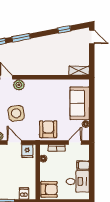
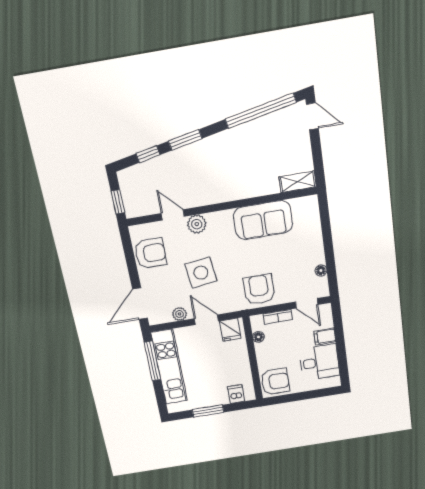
window: (64, 29) -> (261, 111), width x3.17
sofa: (80, 103) -> (263, 220), moved, turned -90
door: (75, 143) -> (307, 303), swing flipped

